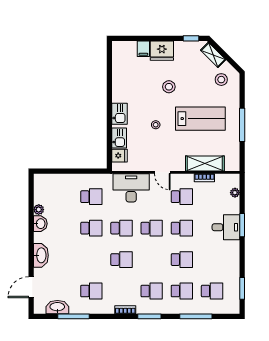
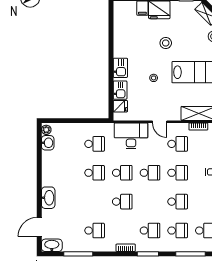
plant: (39, 210) -> (46, 130), moved
washbasin: (40, 224) -> (48, 143), moved
washbasin: (57, 307) -> (52, 245), moved

